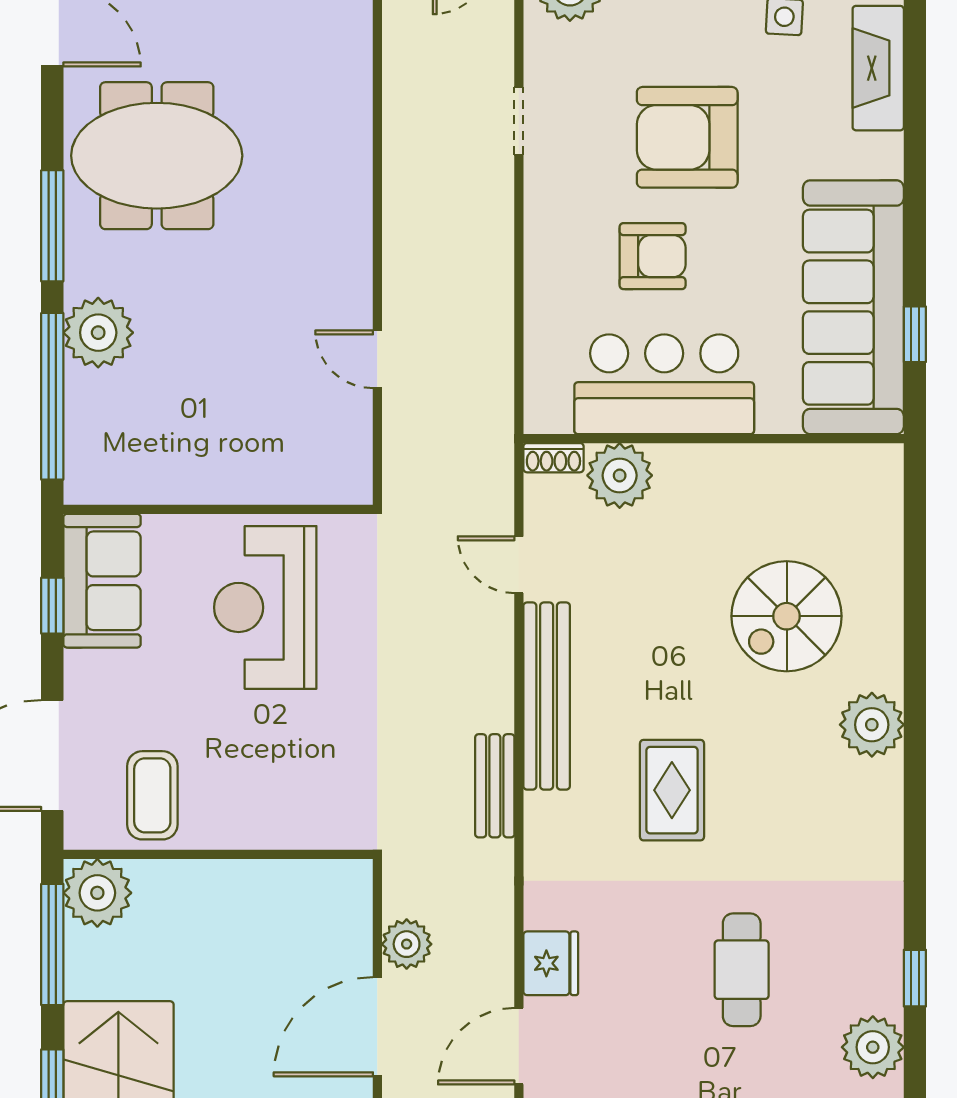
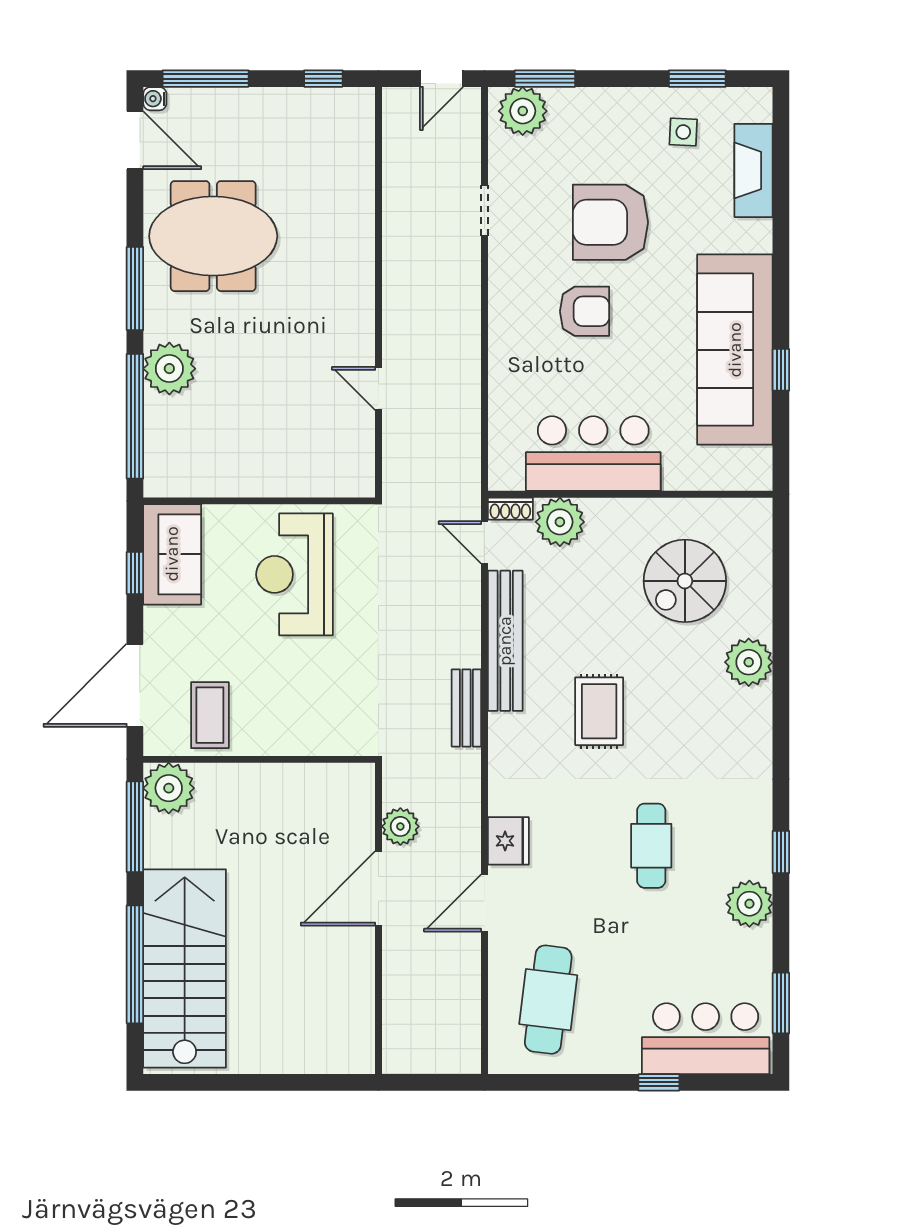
bar counter: (664, 384) -> (593, 454), moved
wall: (714, 439) -> (630, 494), moved
shoe rack: (553, 458) -> (510, 509), moved
plant: (620, 475) -> (560, 522), moved

